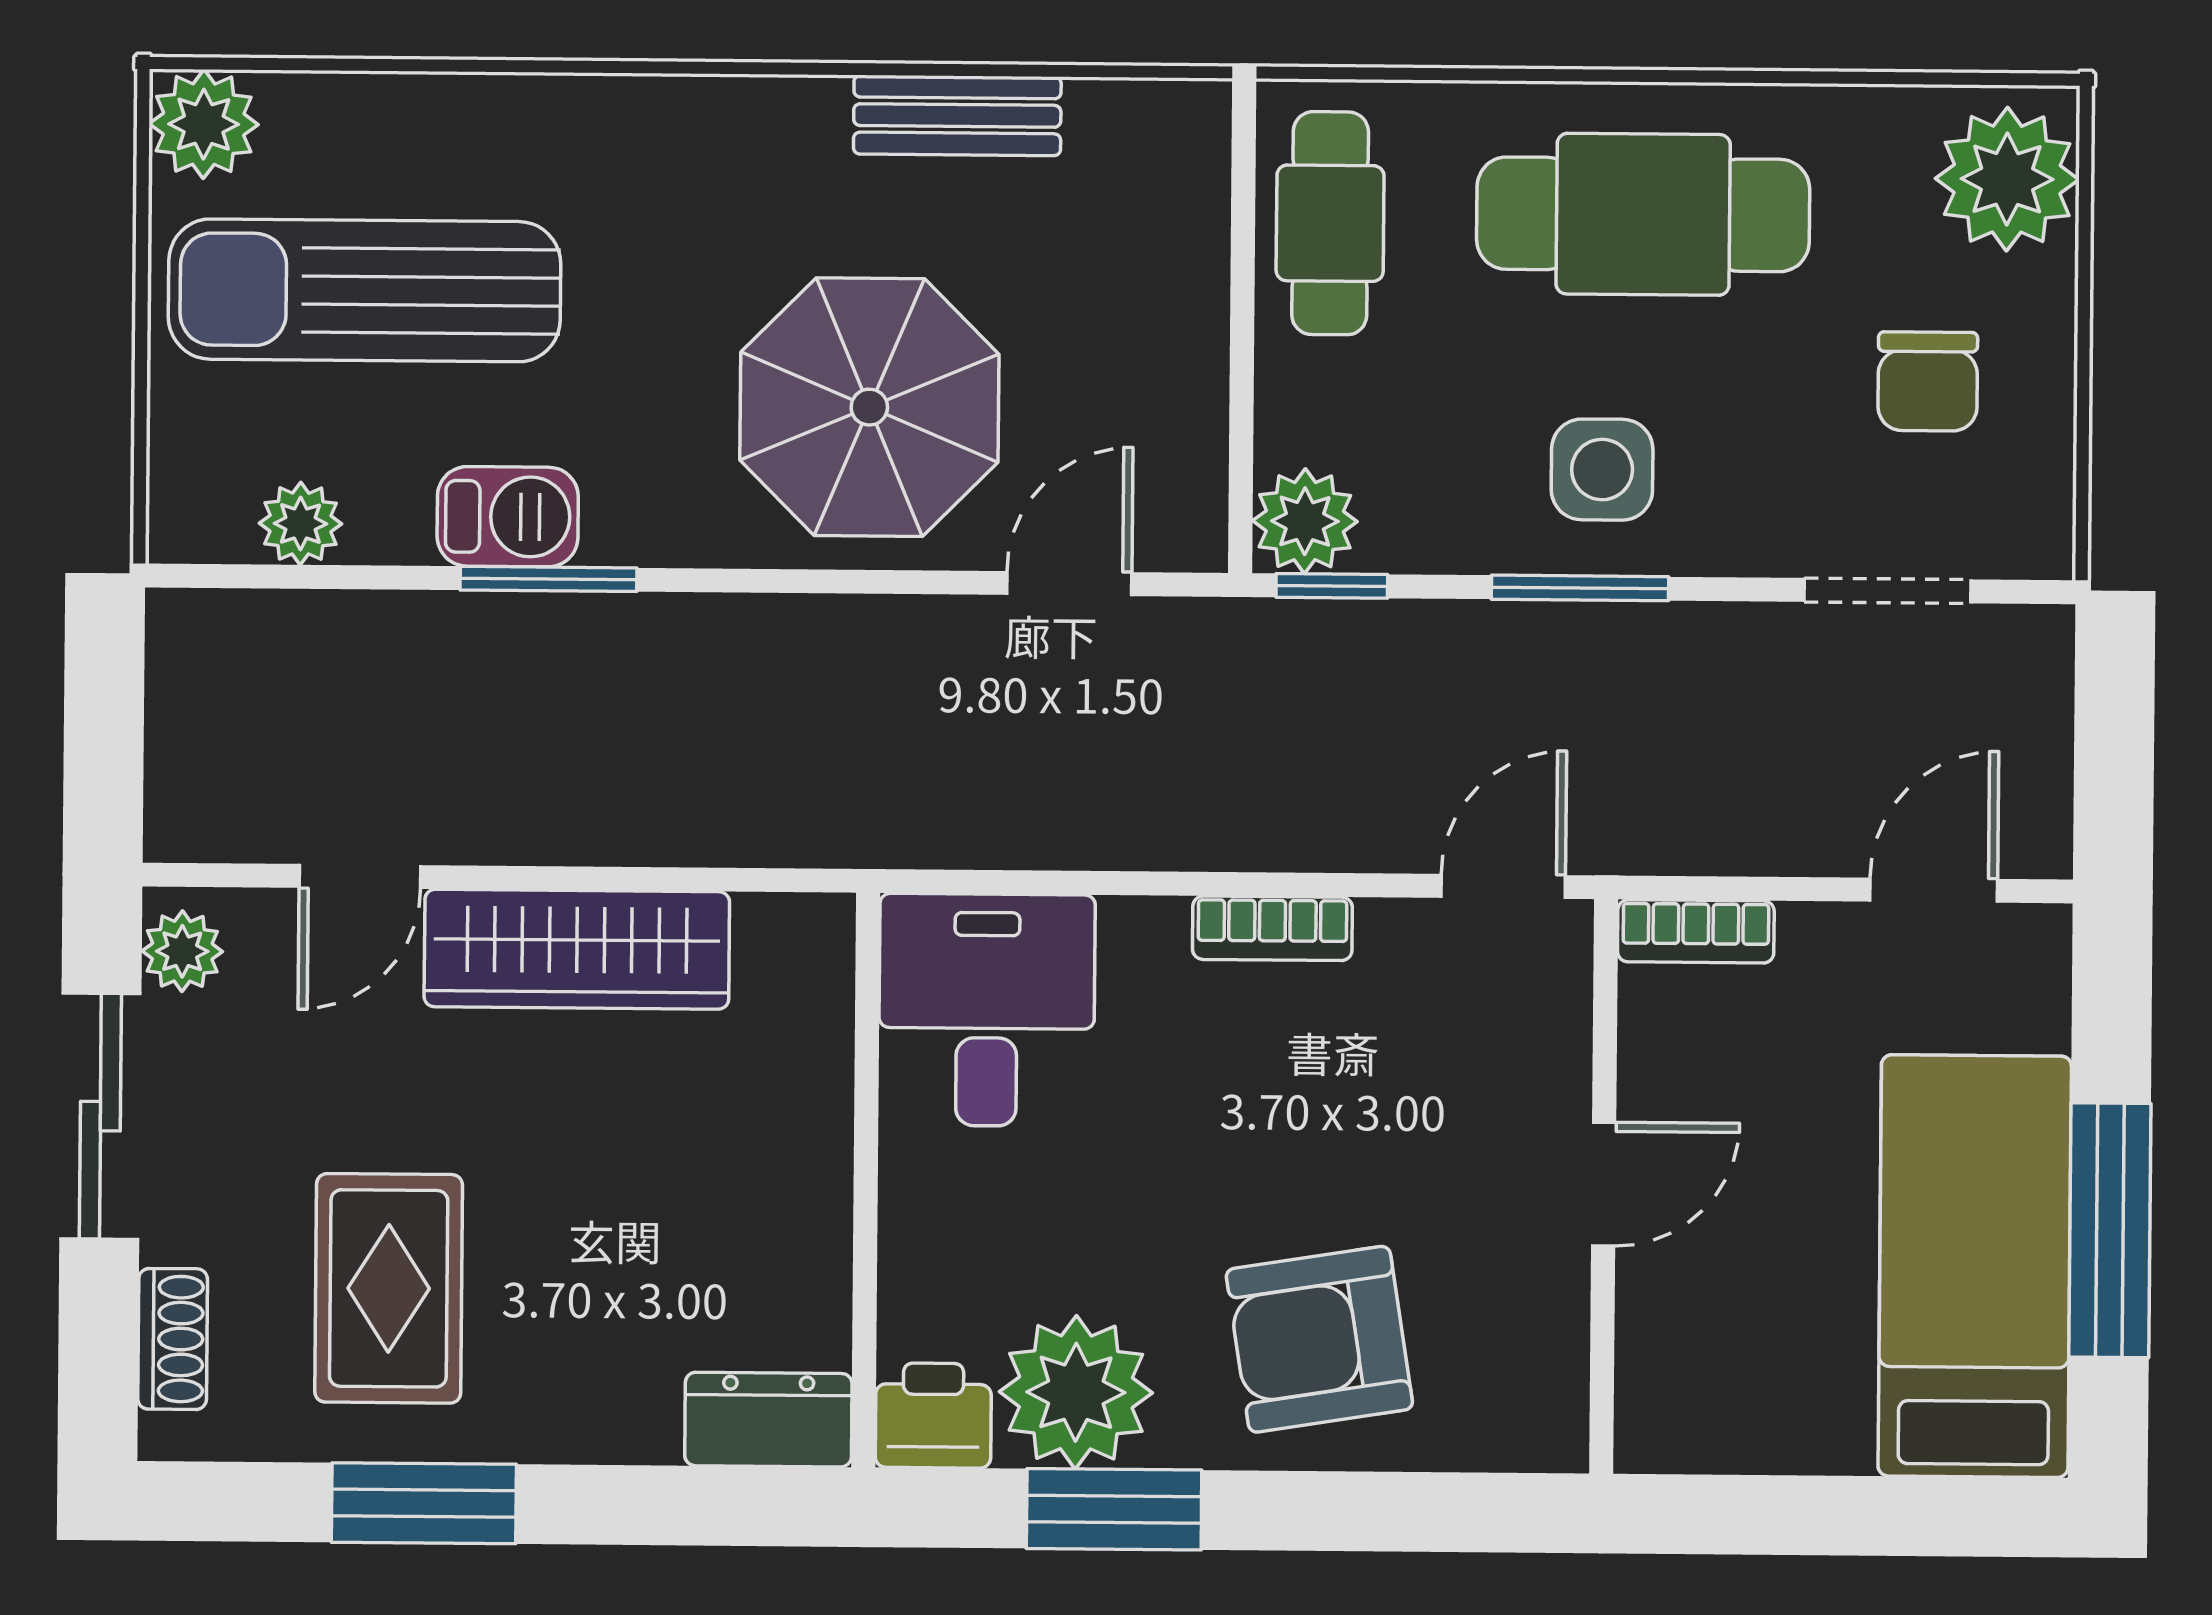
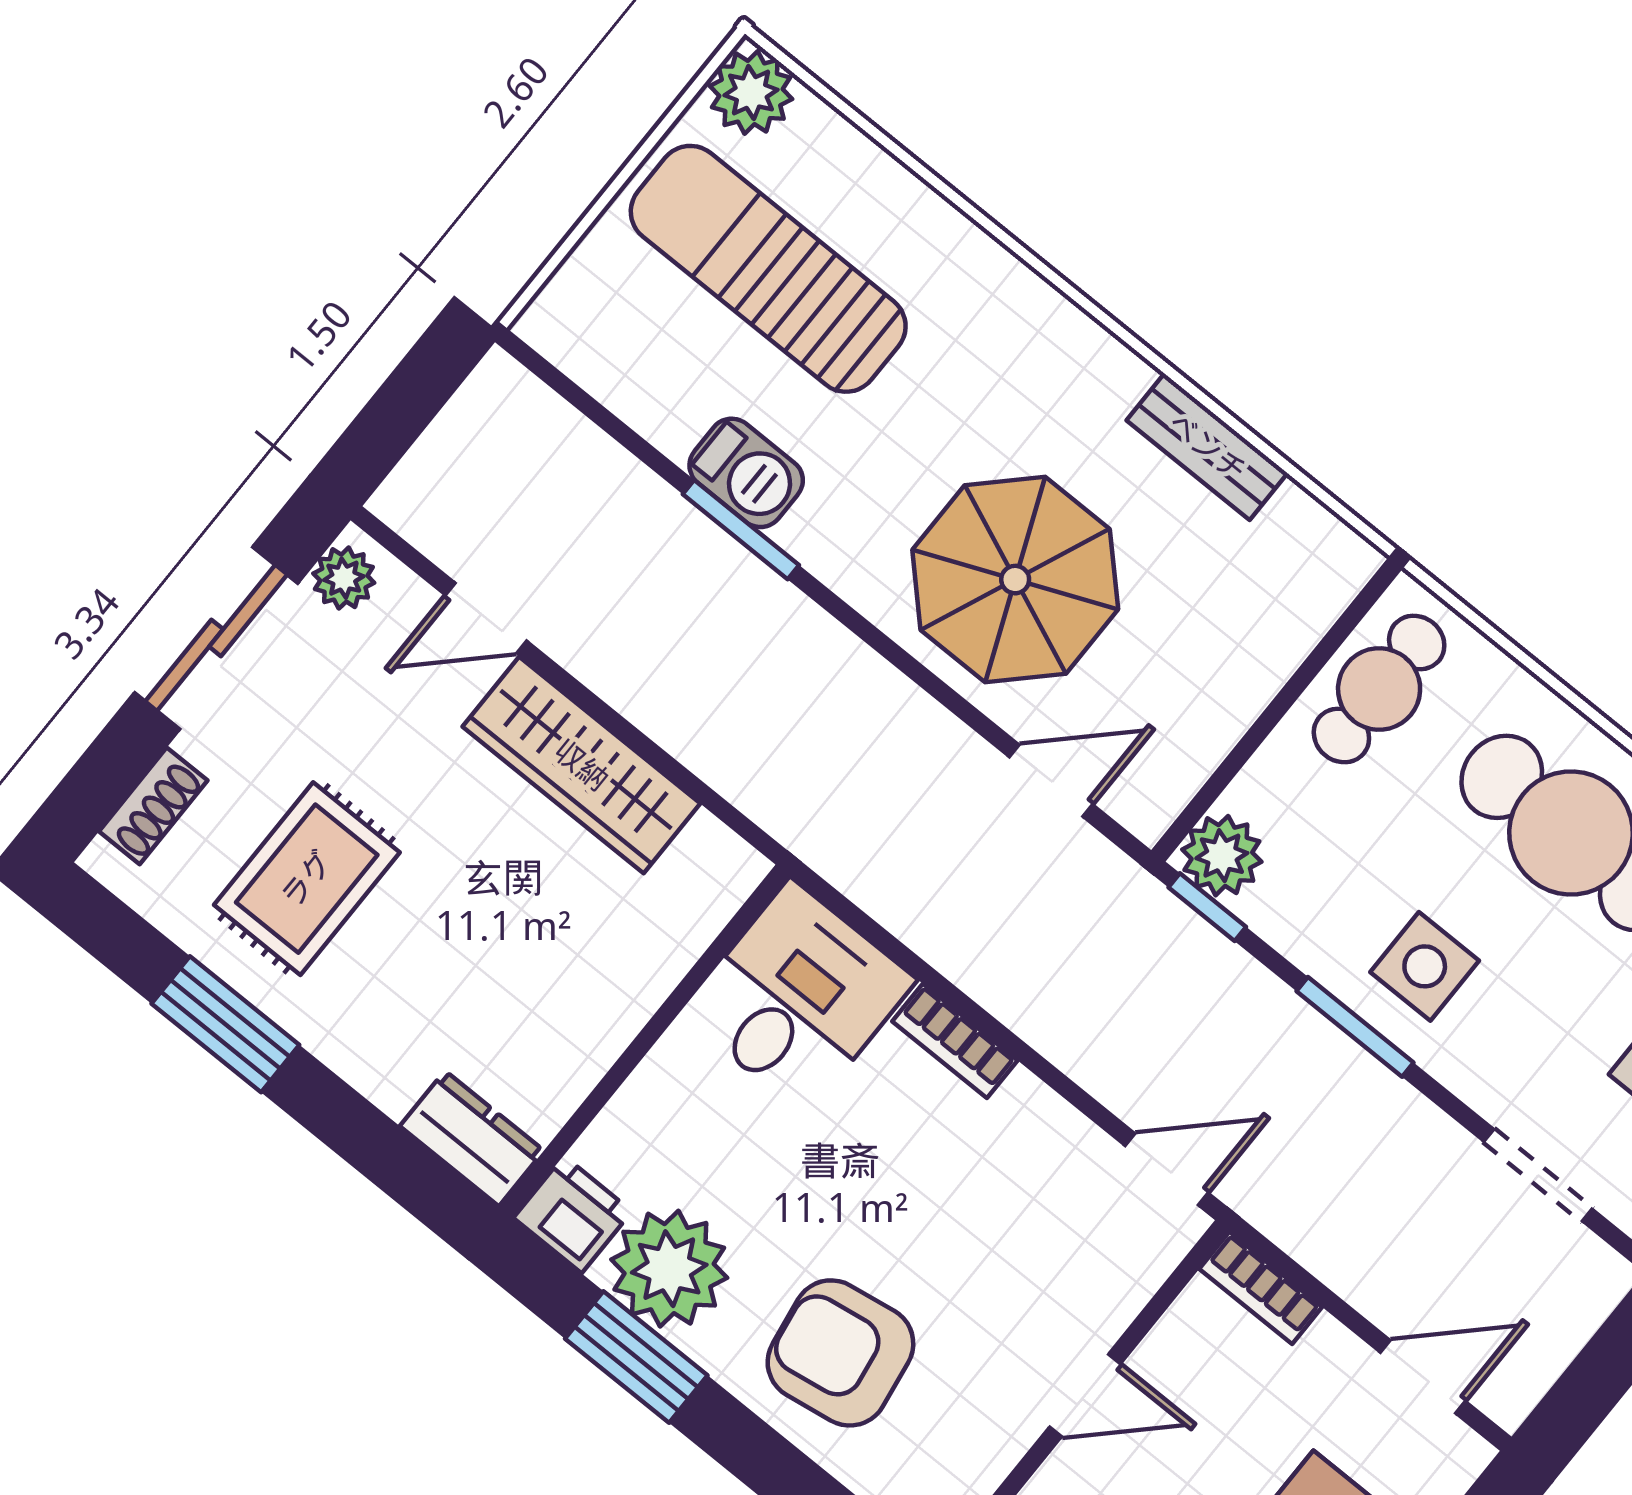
plant: (301, 524) -> (619, 378), removed
bookcase: (1272, 928) -> (955, 1041), moved

